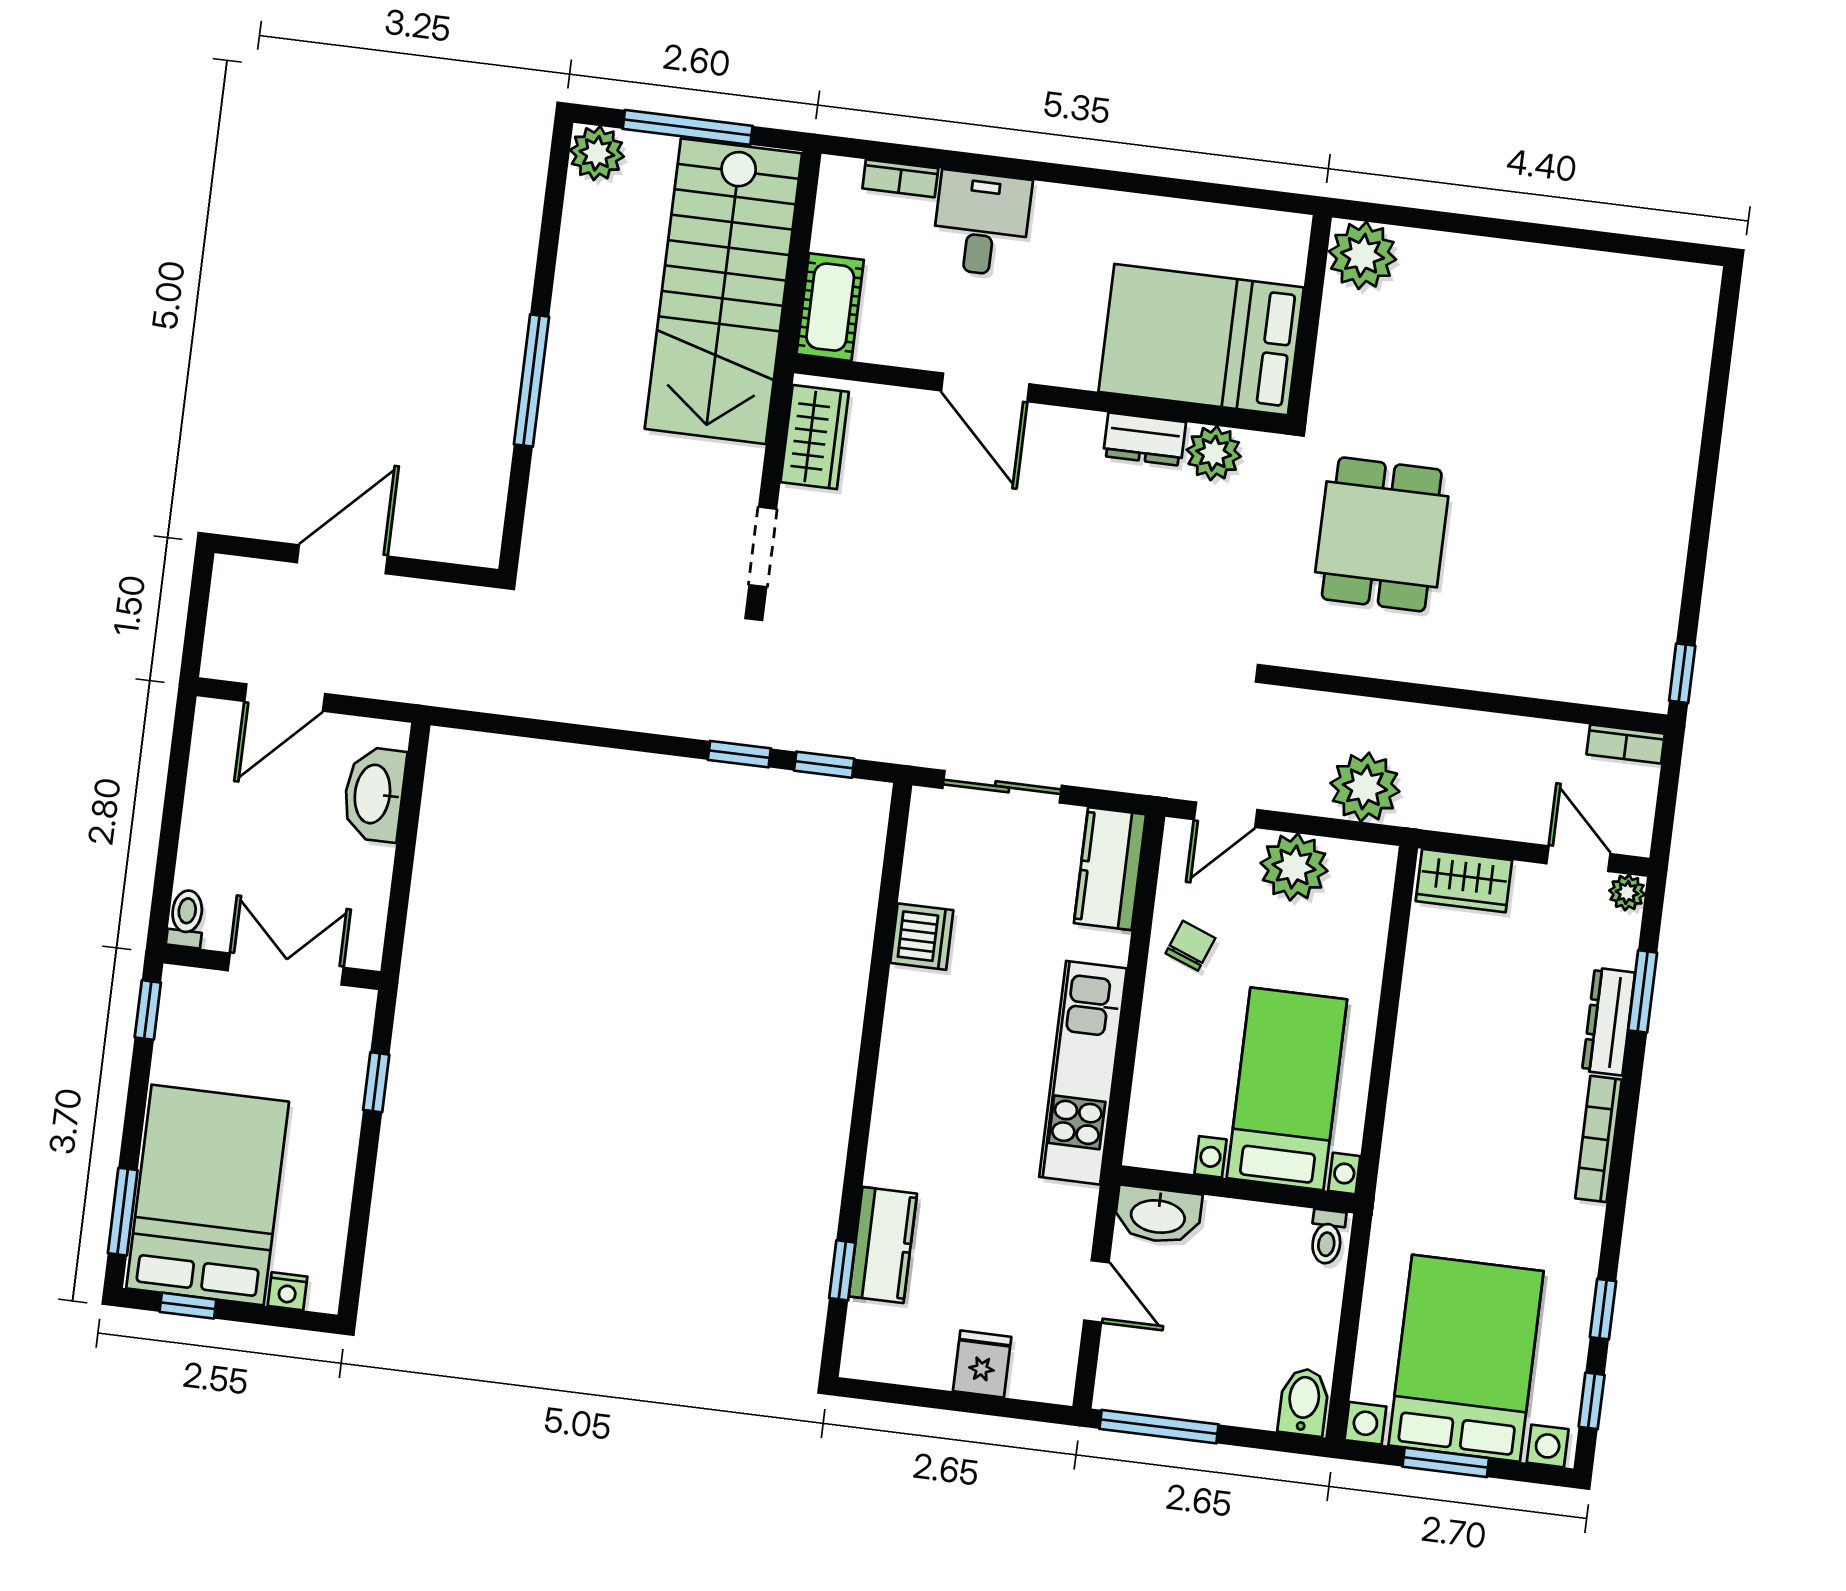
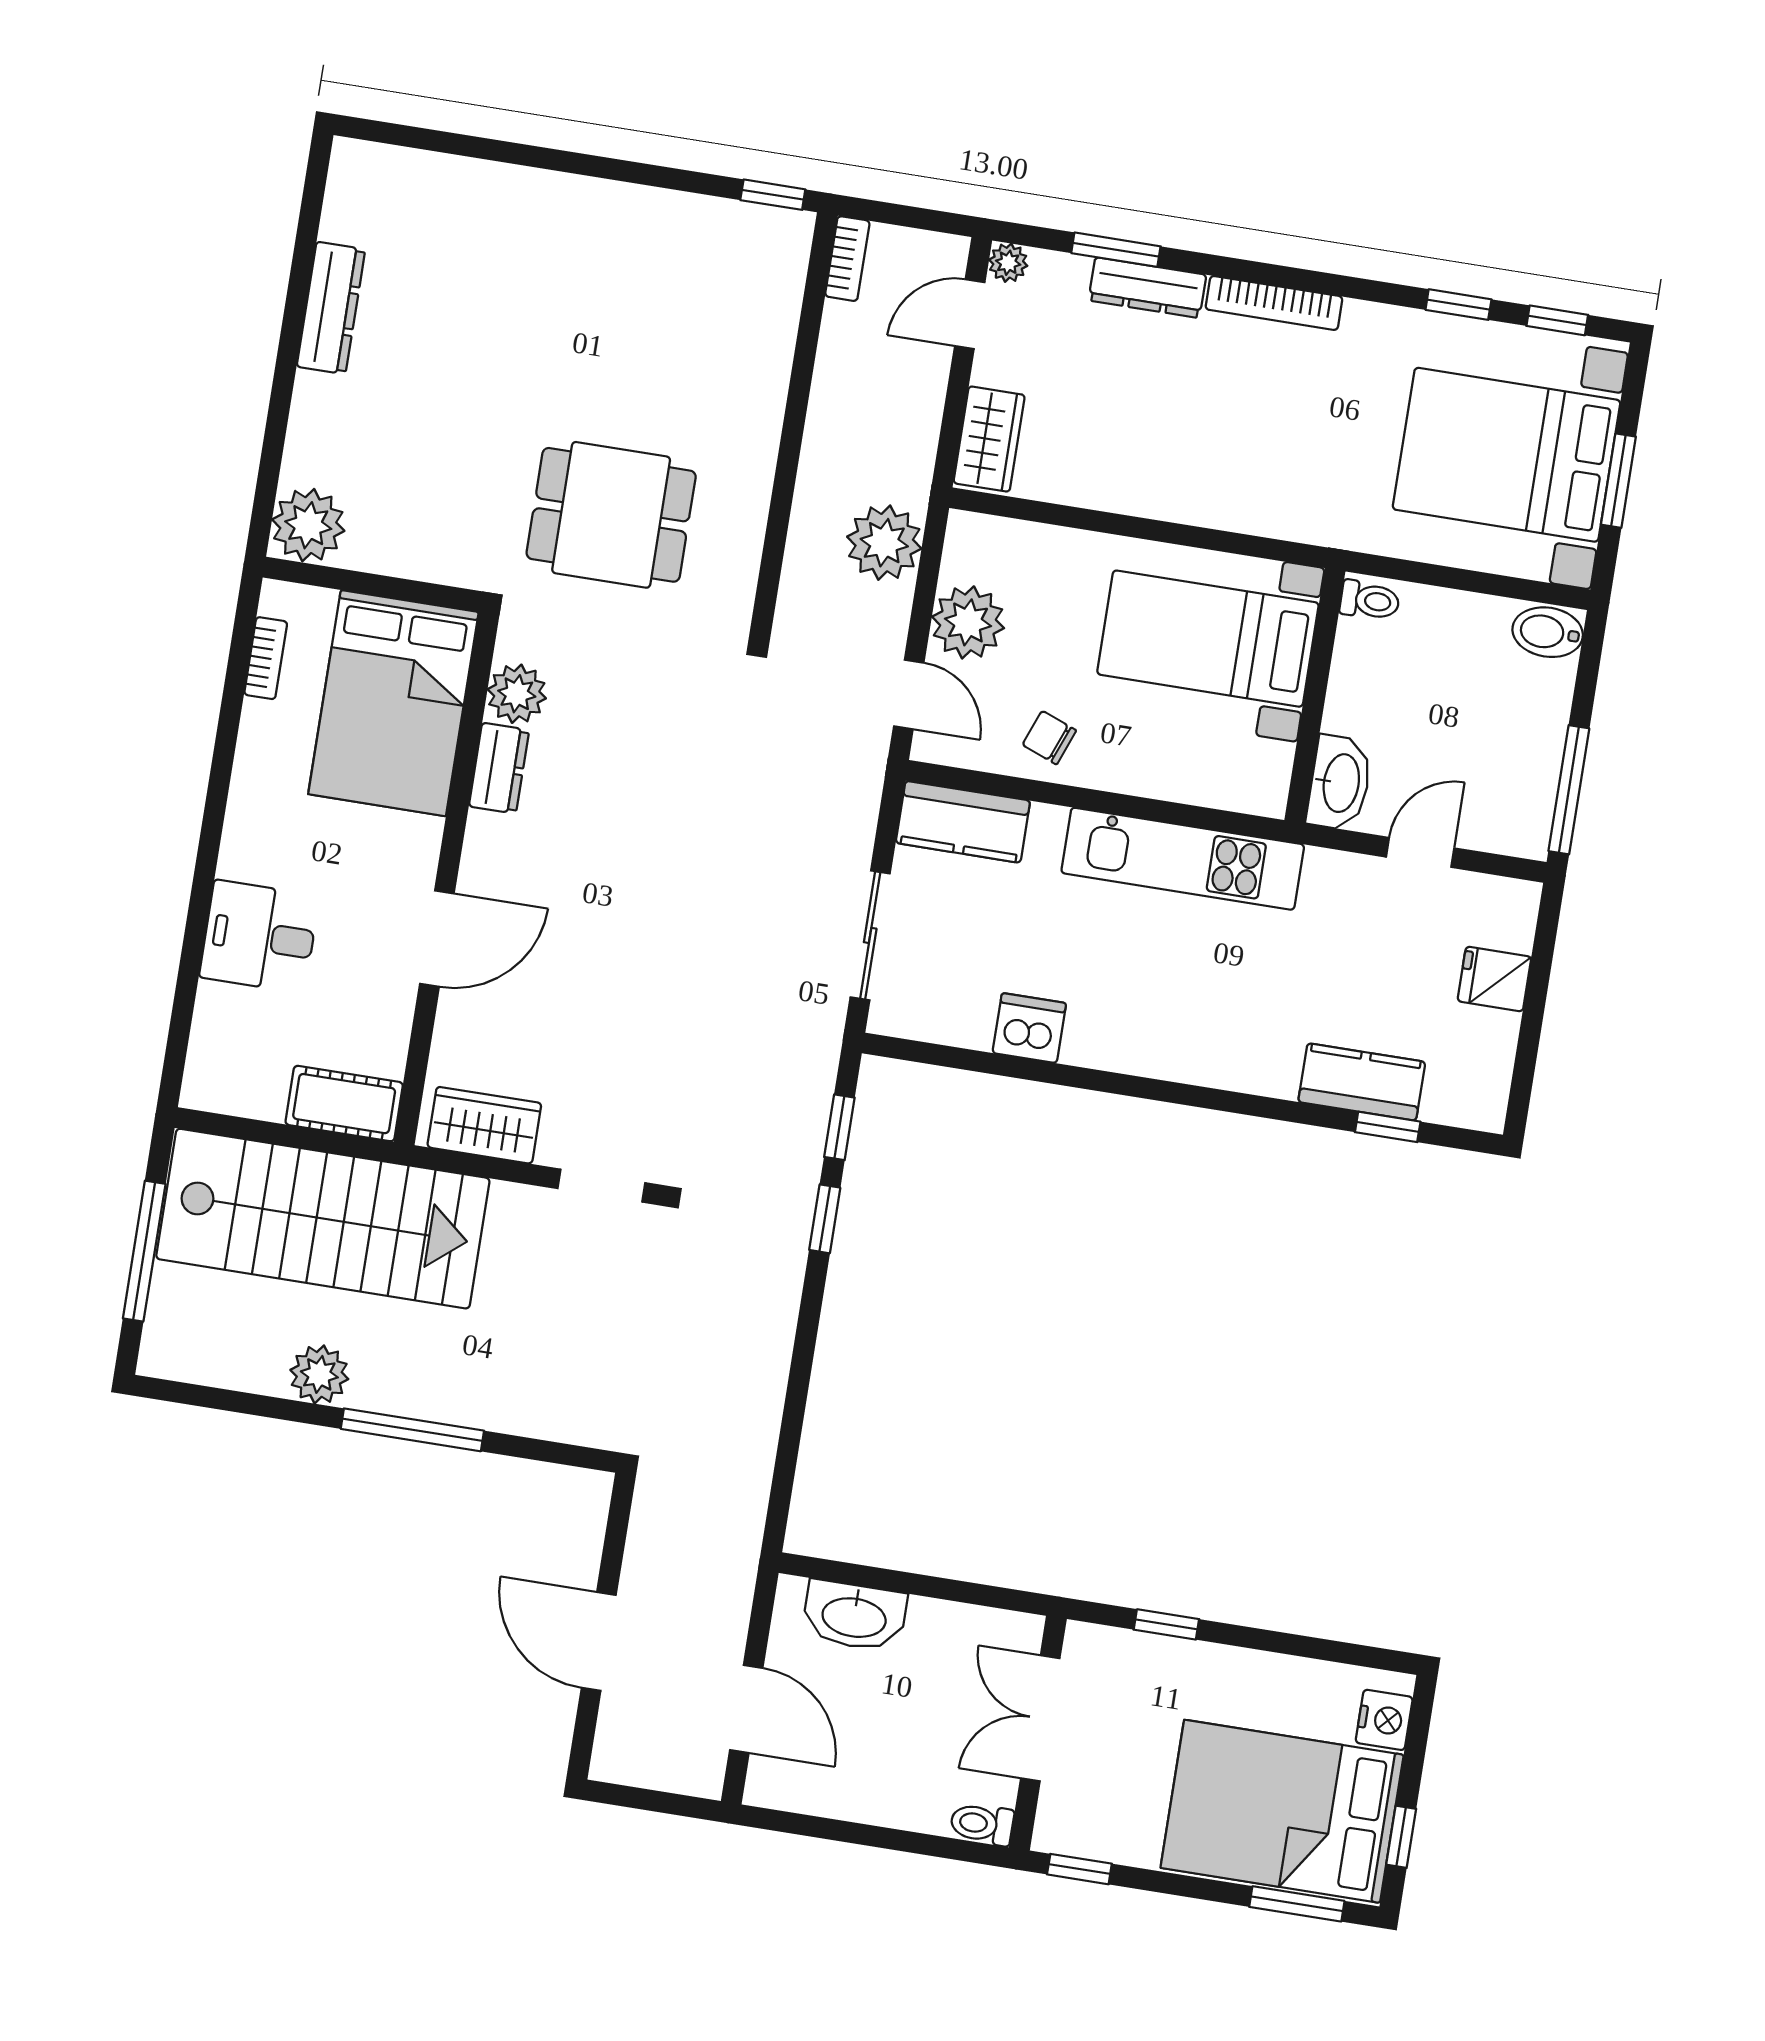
plant: (597, 153) -> (319, 1374), moved
bookcase: (900, 178) -> (266, 658), moved
dresser: (1564, 269) -> (331, 308), added
nightstand: (287, 1291) -> (1384, 1720), width x1.39, depth x1.35

